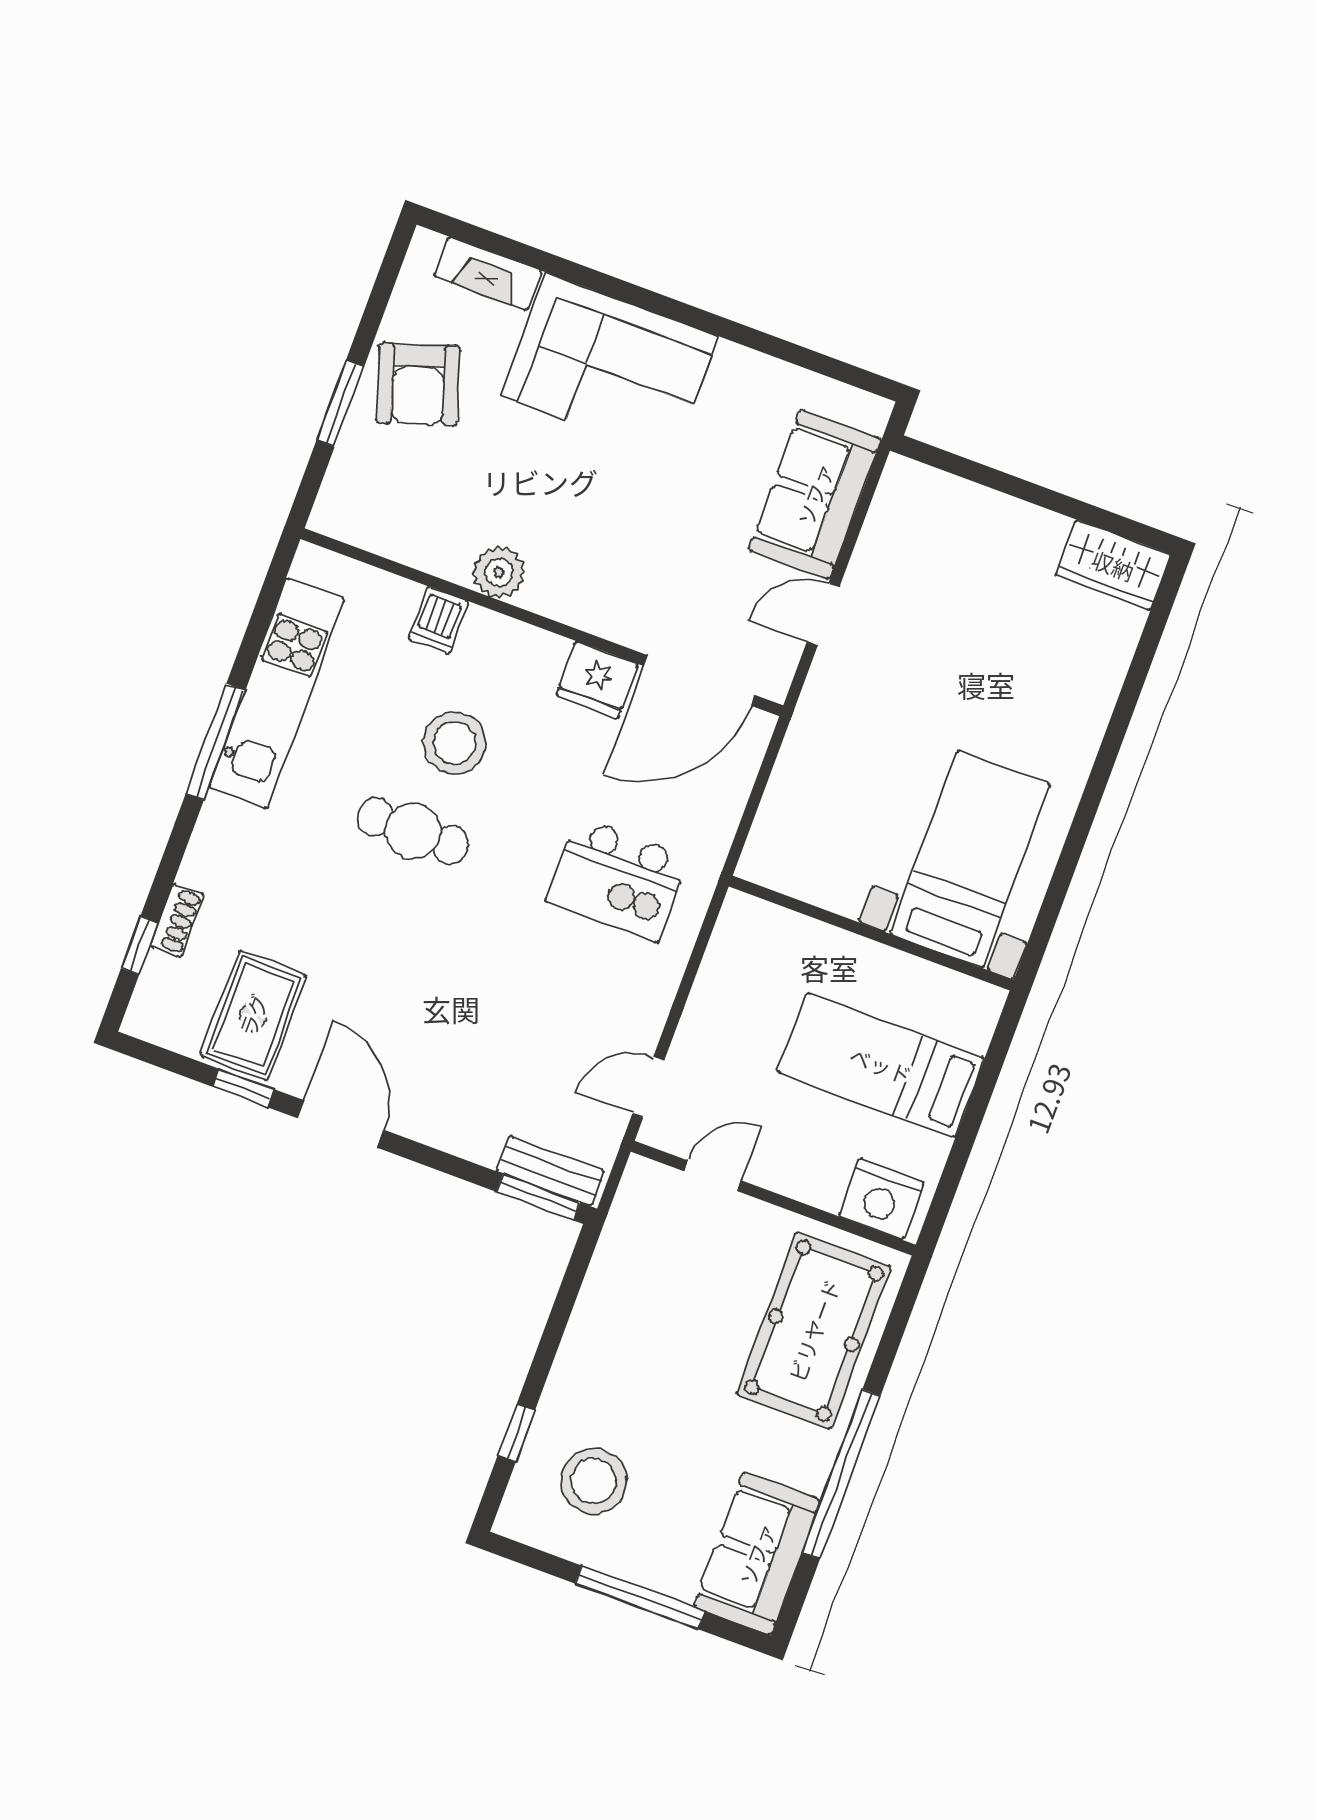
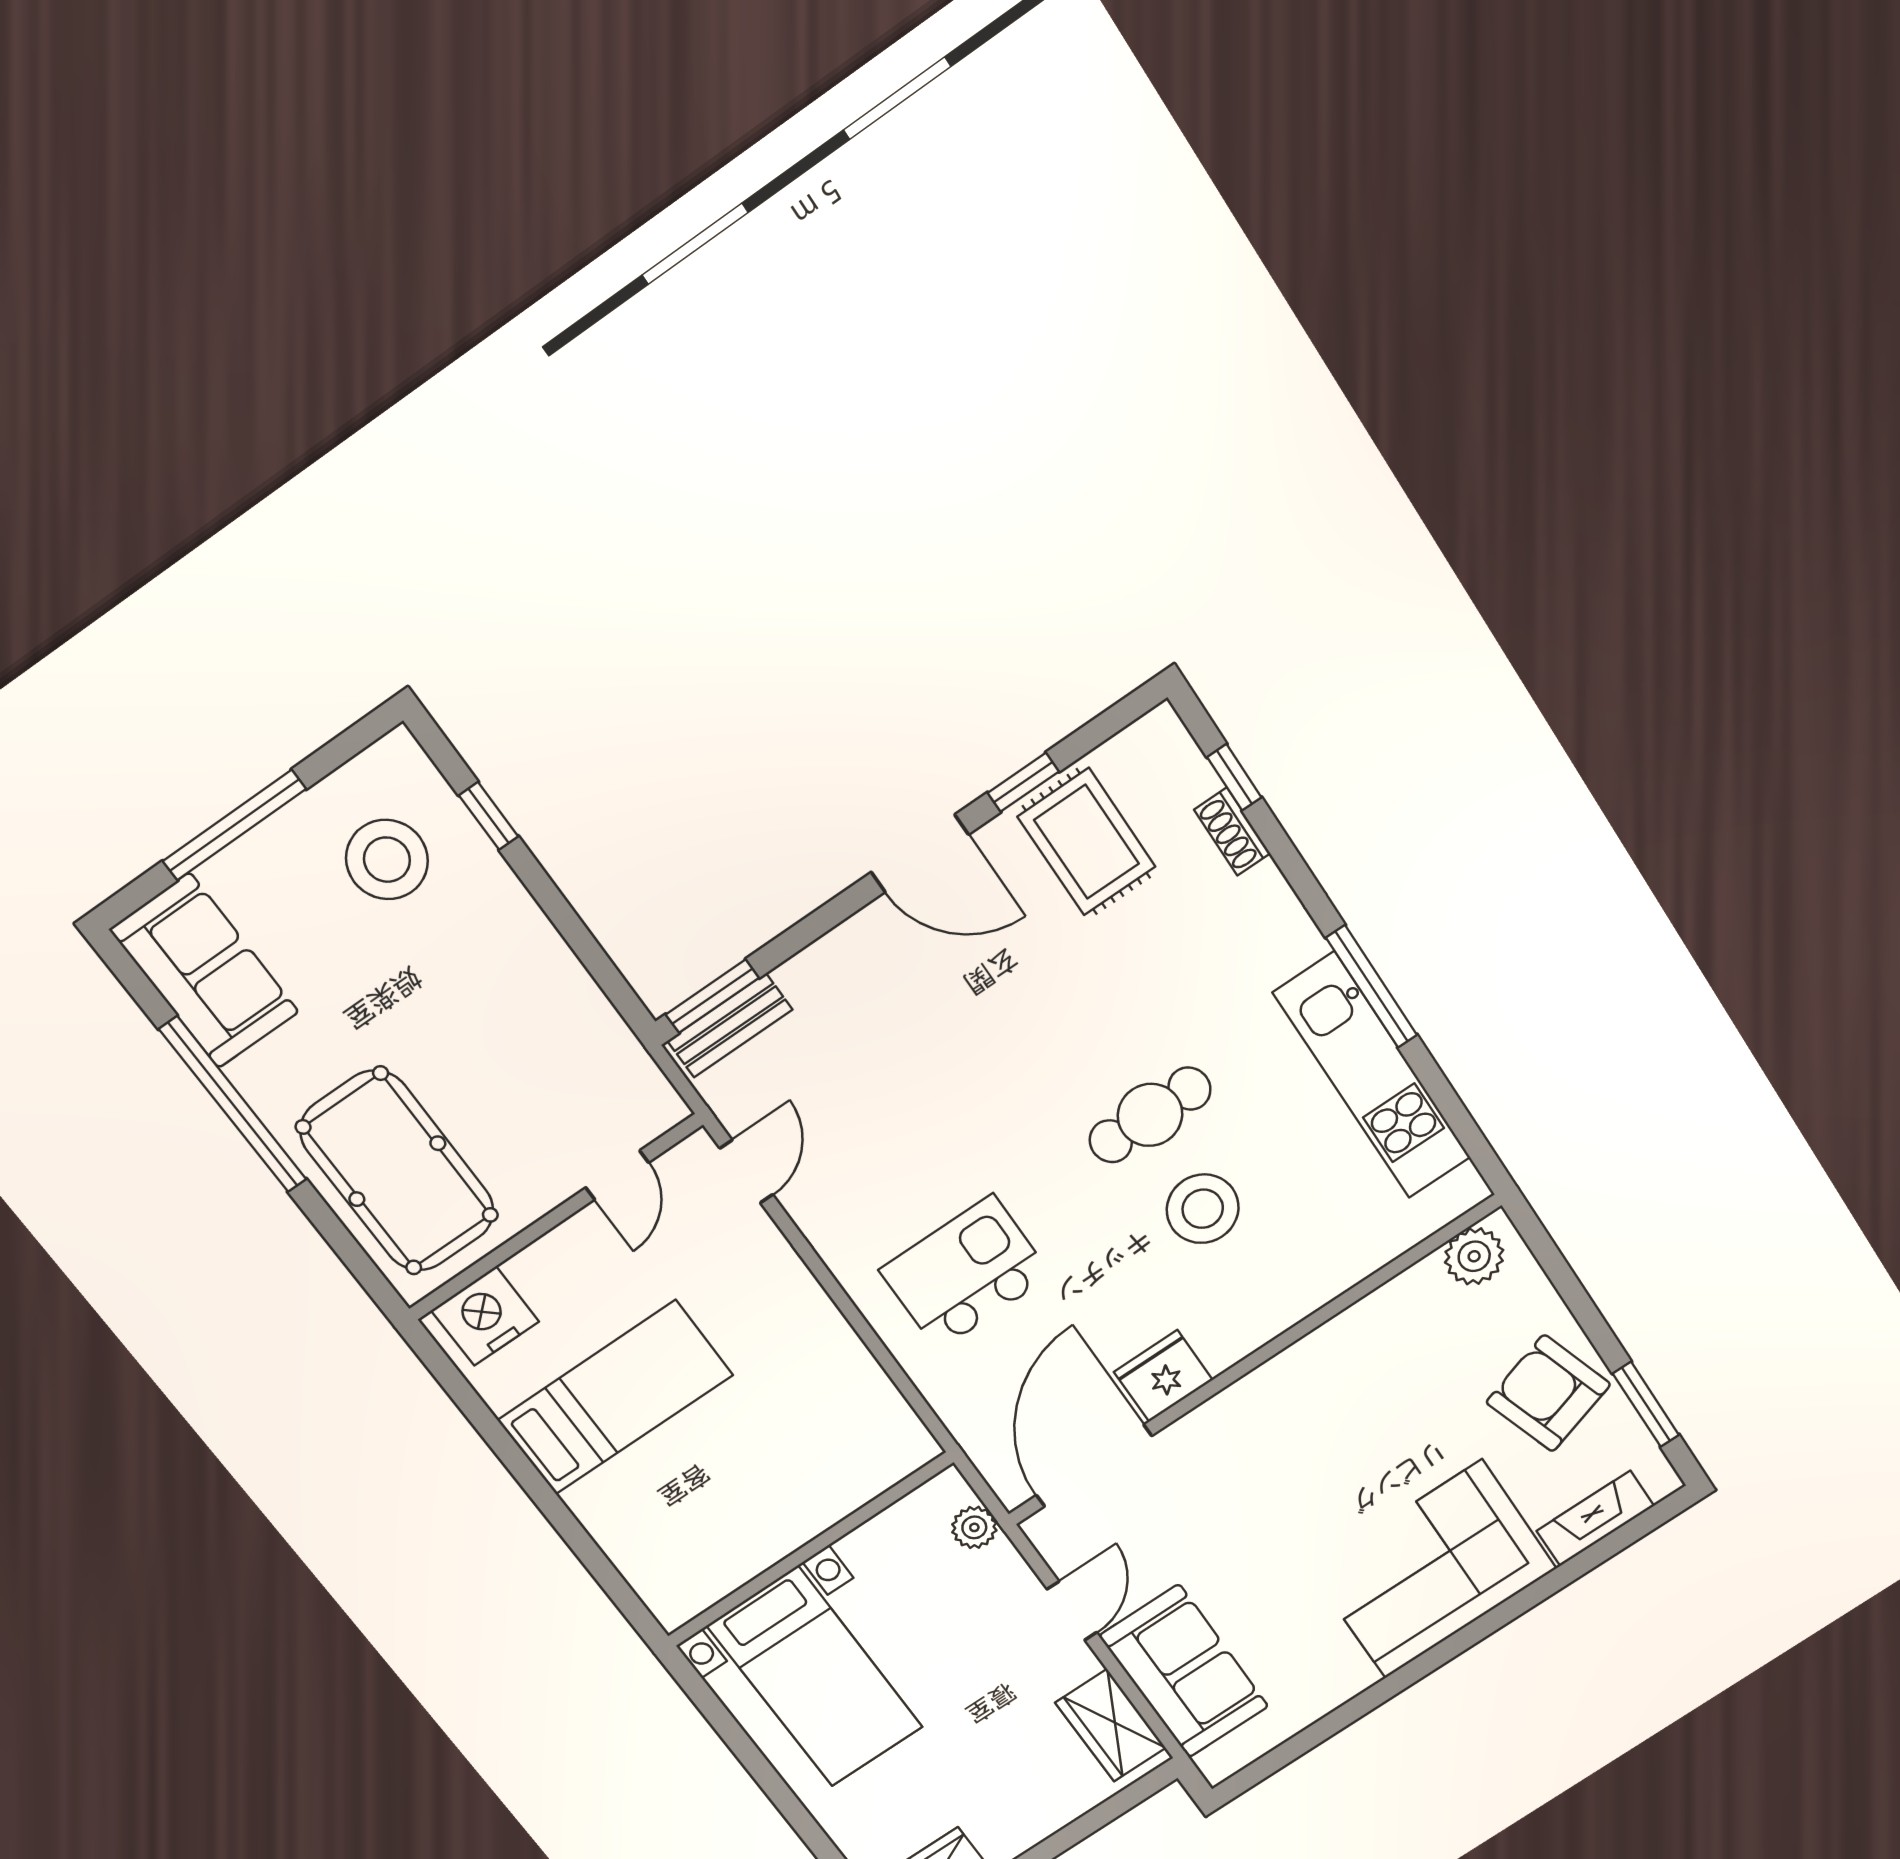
window: (340, 403) -> (1646, 1404), moved
wardrobe: (895, 518) -> (1111, 1725), added
plant: (499, 572) -> (1474, 1256), moved
dishwasher: (439, 620) -> (1325, 1270), removed
plant: (806, 734) -> (974, 1527), added
bed with nightstands: (970, 859) -> (815, 1677), moved
wall: (871, 933) -> (810, 1550), moved

